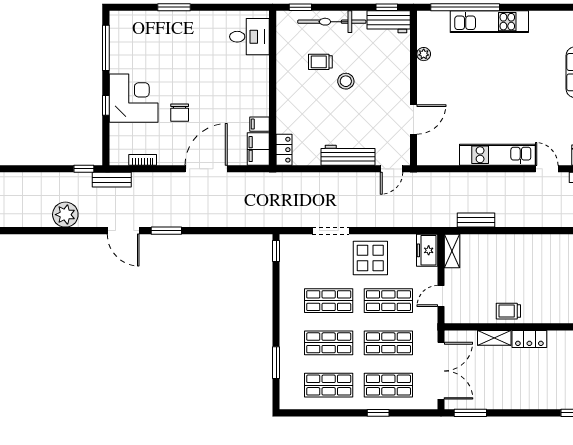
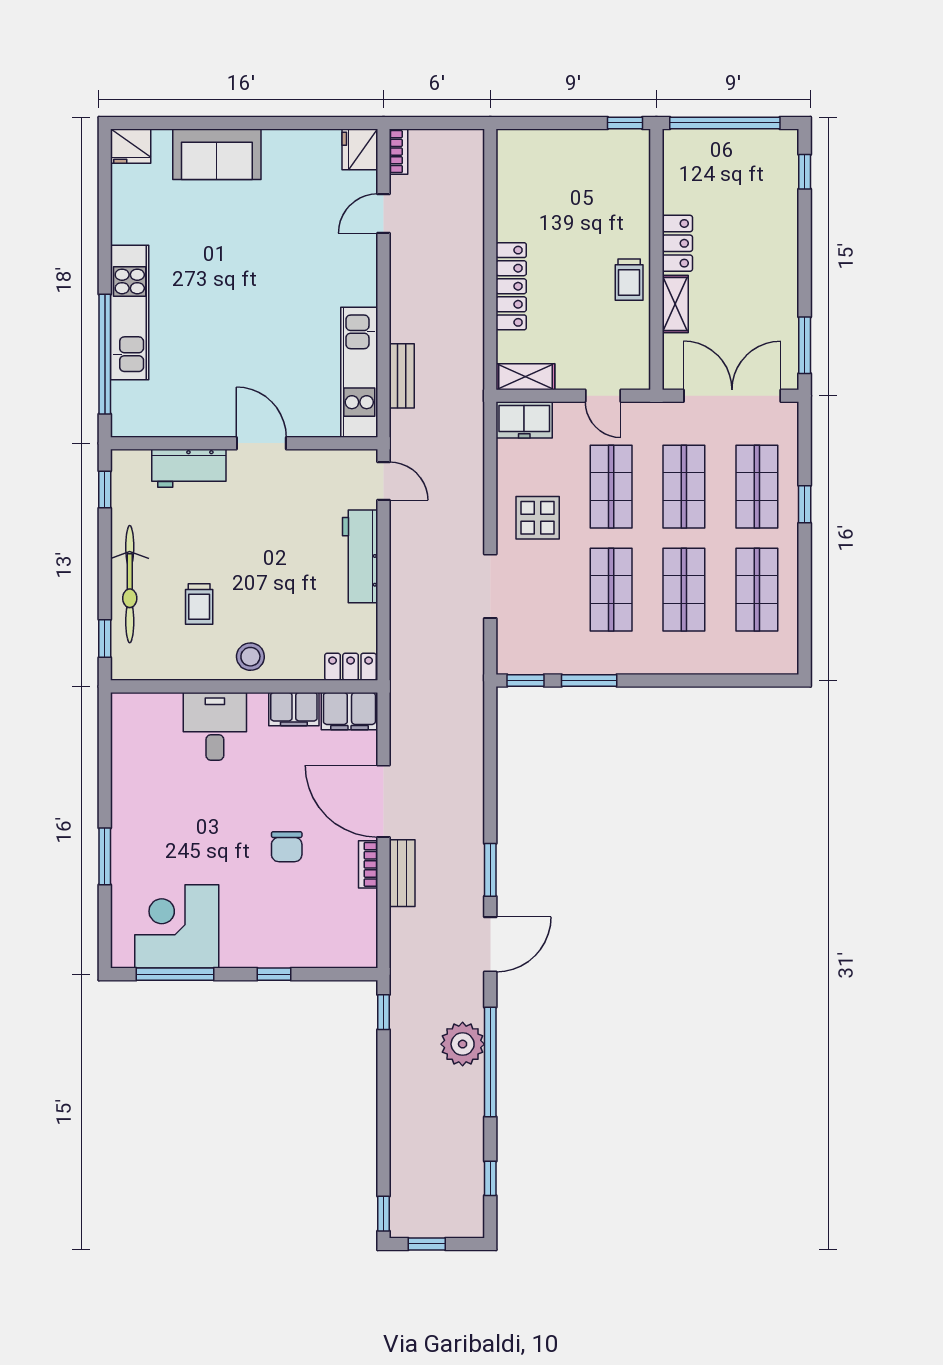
workbench: (389, 22) -> (189, 468), moved, turned 90
desk: (249, 37) -> (215, 726), moved
plant: (424, 54) -> (186, 426), removed
stool: (346, 81) -> (250, 657), moved
corner desk: (134, 98) -> (177, 926), moved
chair: (180, 113) -> (287, 847), turned 90
door: (414, 119) -> (261, 443), moved
filing cabinet: (259, 124) -> (294, 709), width x2.00
kitchen unit: (497, 155) -> (359, 372), moved
bookcase: (143, 160) -> (368, 864), moved
bench: (112, 180) -> (402, 873), moved
bench: (476, 220) -> (402, 376), moved
window: (55, 231) -> (490, 1062), added
locker: (505, 243) -> (511, 286), added
display table: (370, 258) -> (538, 518), width x0.73, depth x0.73
window: (276, 363) -> (589, 680), moved

